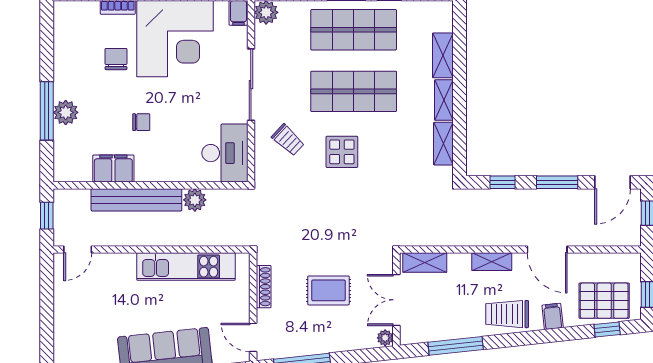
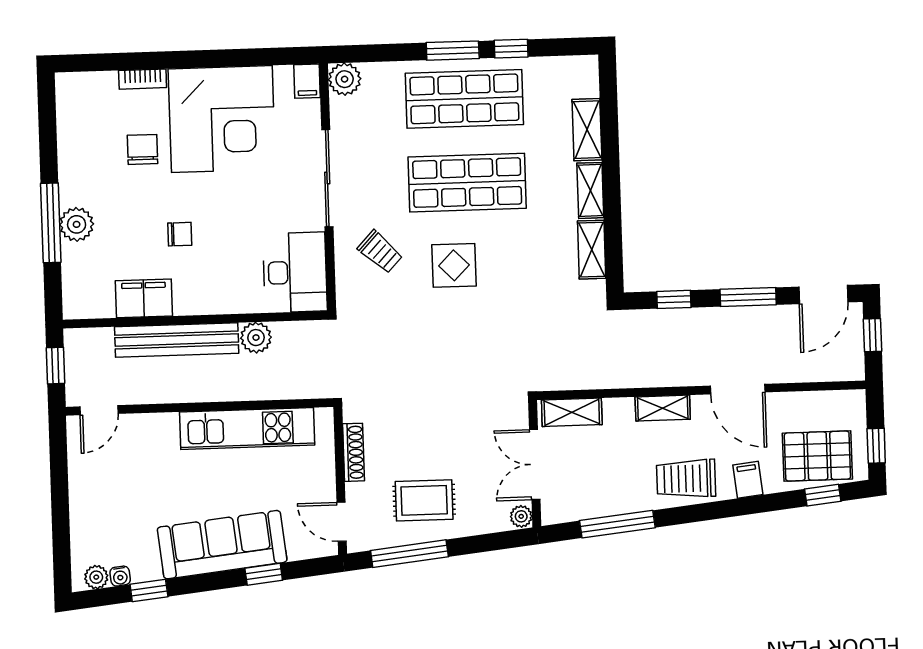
rug: (328, 290) -> (424, 500), moved

